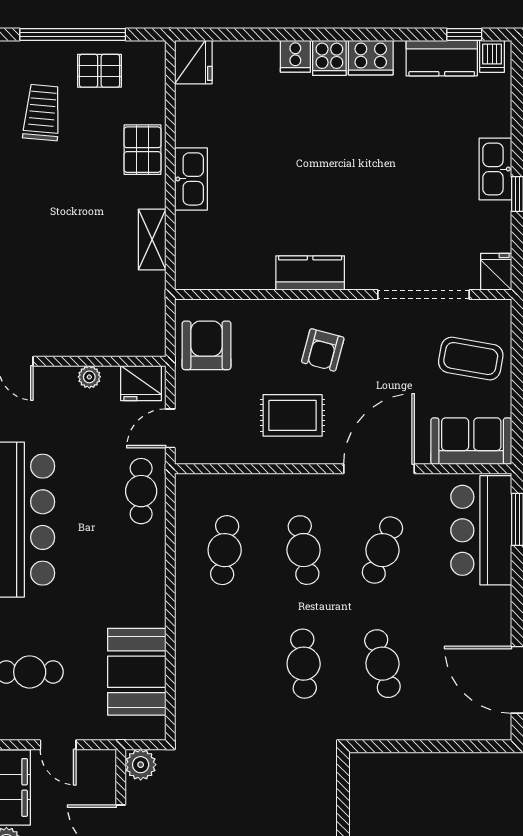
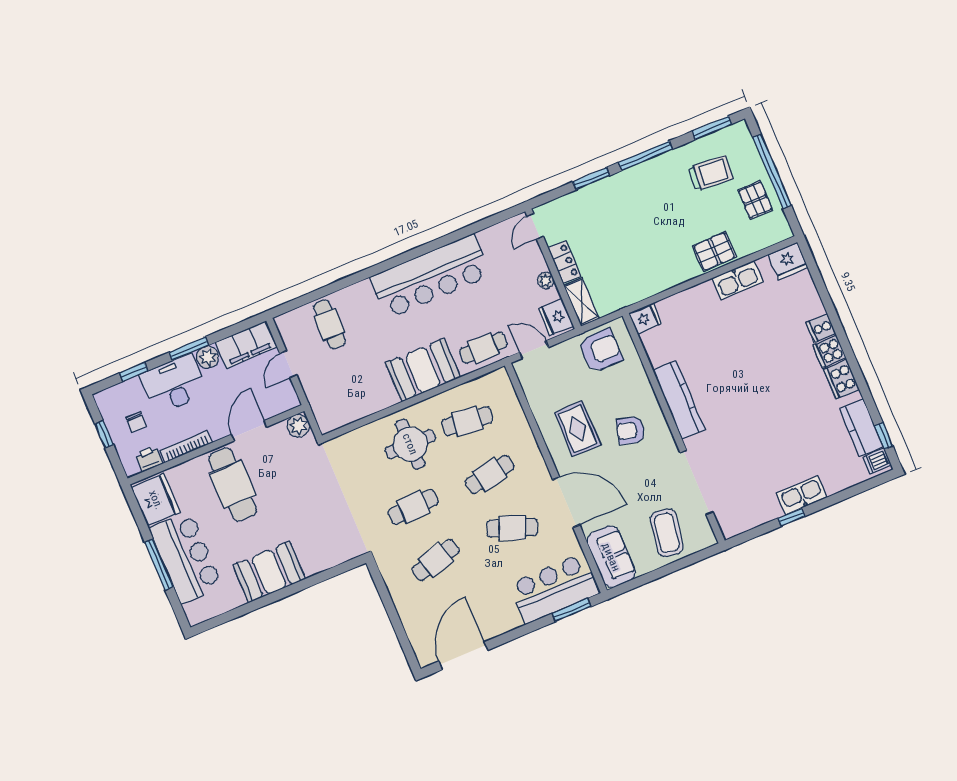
kitchen sink: (191, 179) -> (738, 280), moved
shelving: (152, 240) -> (581, 302), moved, turned 90
fridge: (496, 272) -> (645, 318), moved
kitchen counter: (310, 273) -> (679, 400), width x1.50
locker: (76, 344) -> (564, 262), added
round table: (223, 634) -> (410, 444), added
booth: (137, 672) -> (423, 370), moved

